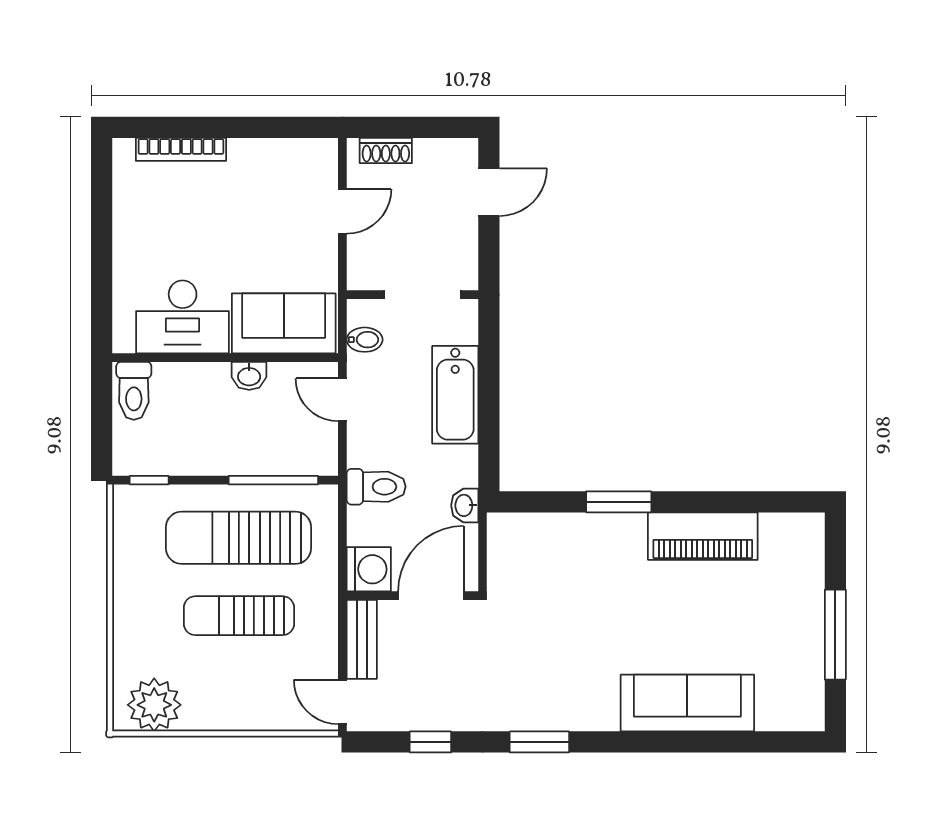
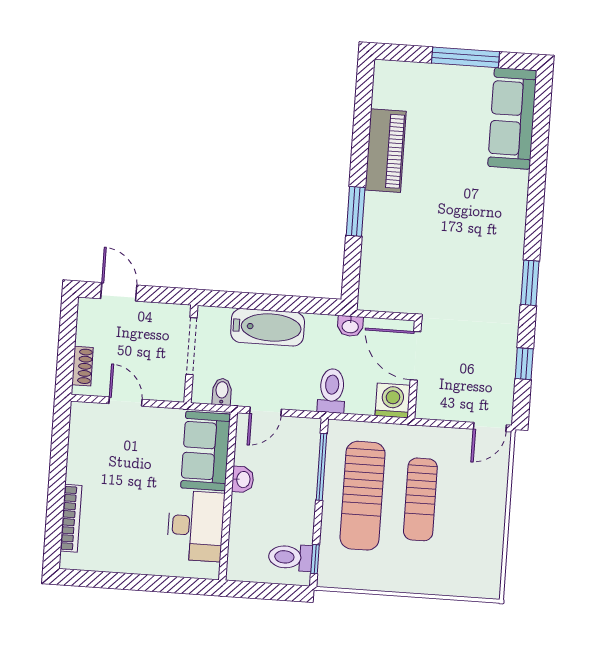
toilet: (134, 391) -> (290, 557), moved, turned 180
bench: (362, 639) -> (444, 409), removed
sofa: (687, 703) -> (512, 118), moved
plant: (154, 705) -> (482, 567), removed

